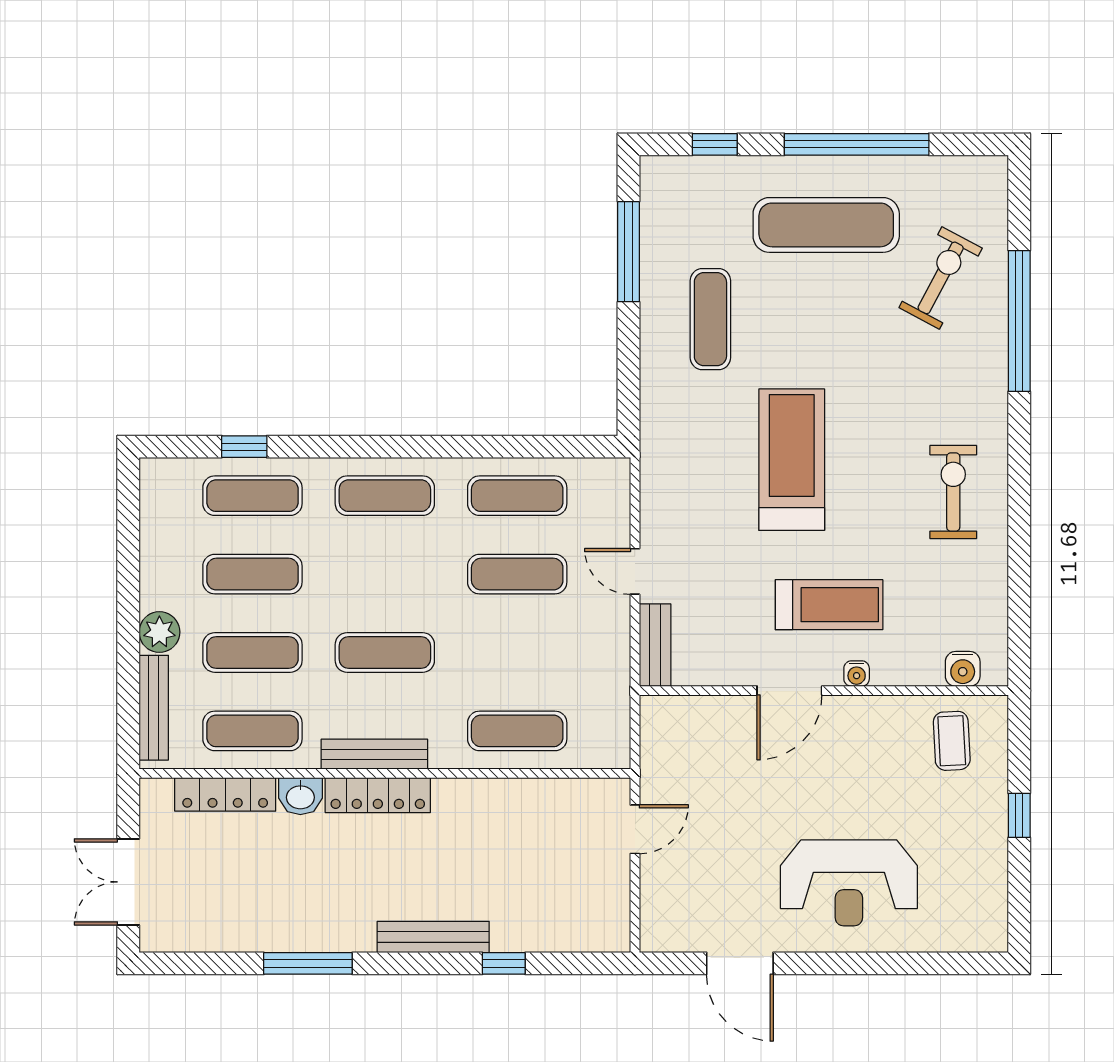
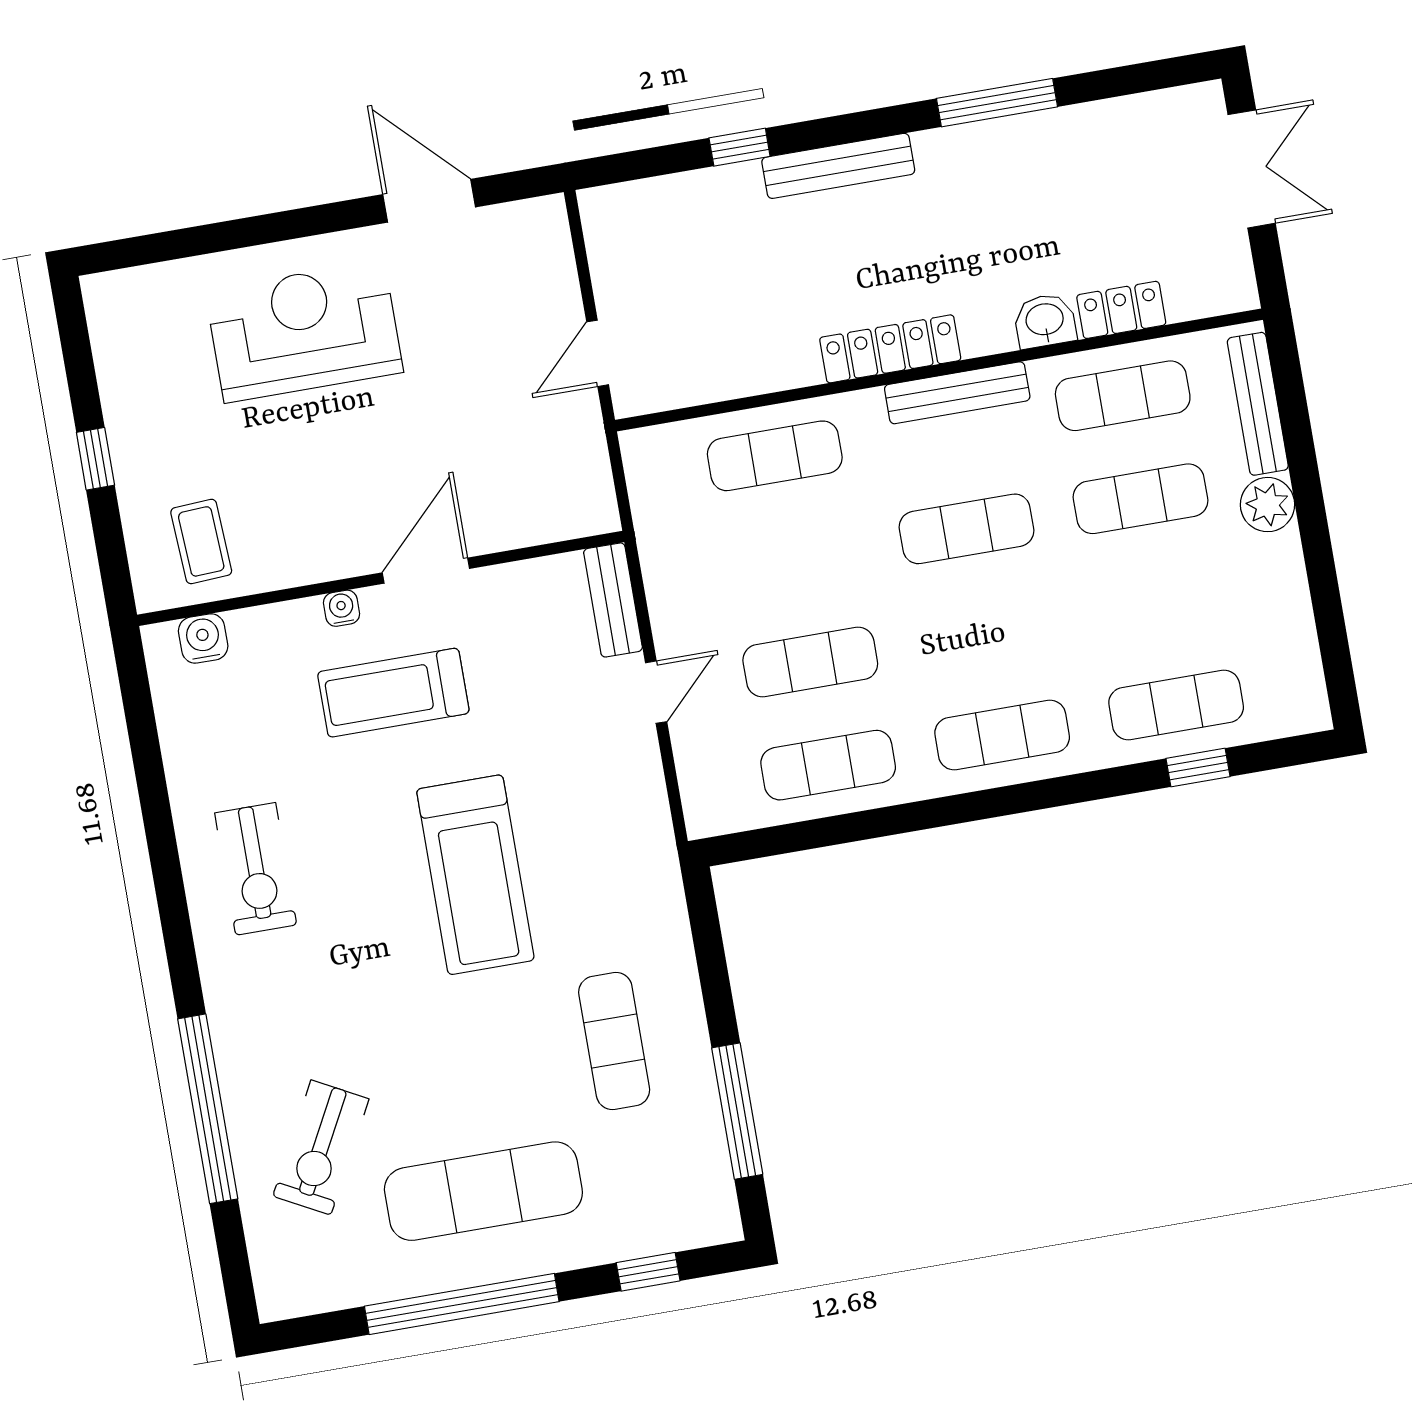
door: (635, 571) -> (656, 692), hinge flipped
exercise mat: (252, 574) -> (1158, 602), removed
locker: (225, 794) -> (1121, 310), width x0.66
locker: (378, 795) -> (890, 349), moved

